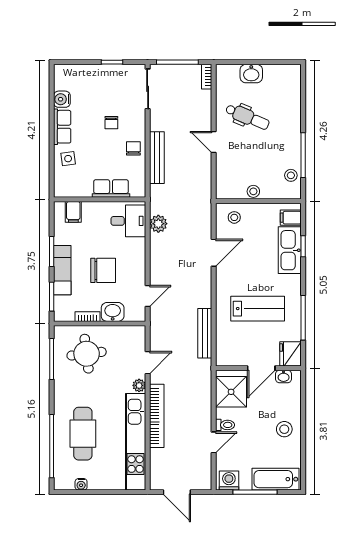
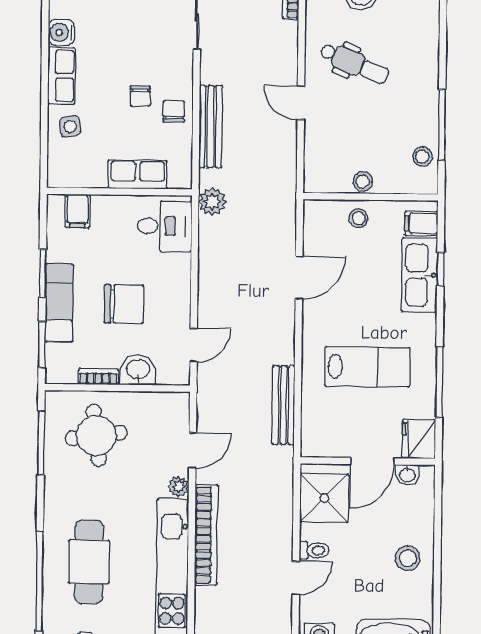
chair: (111, 123) -> (140, 96), moved
stool: (234, 217) -> (359, 218), moved
plant: (158, 224) -> (212, 202), moved

